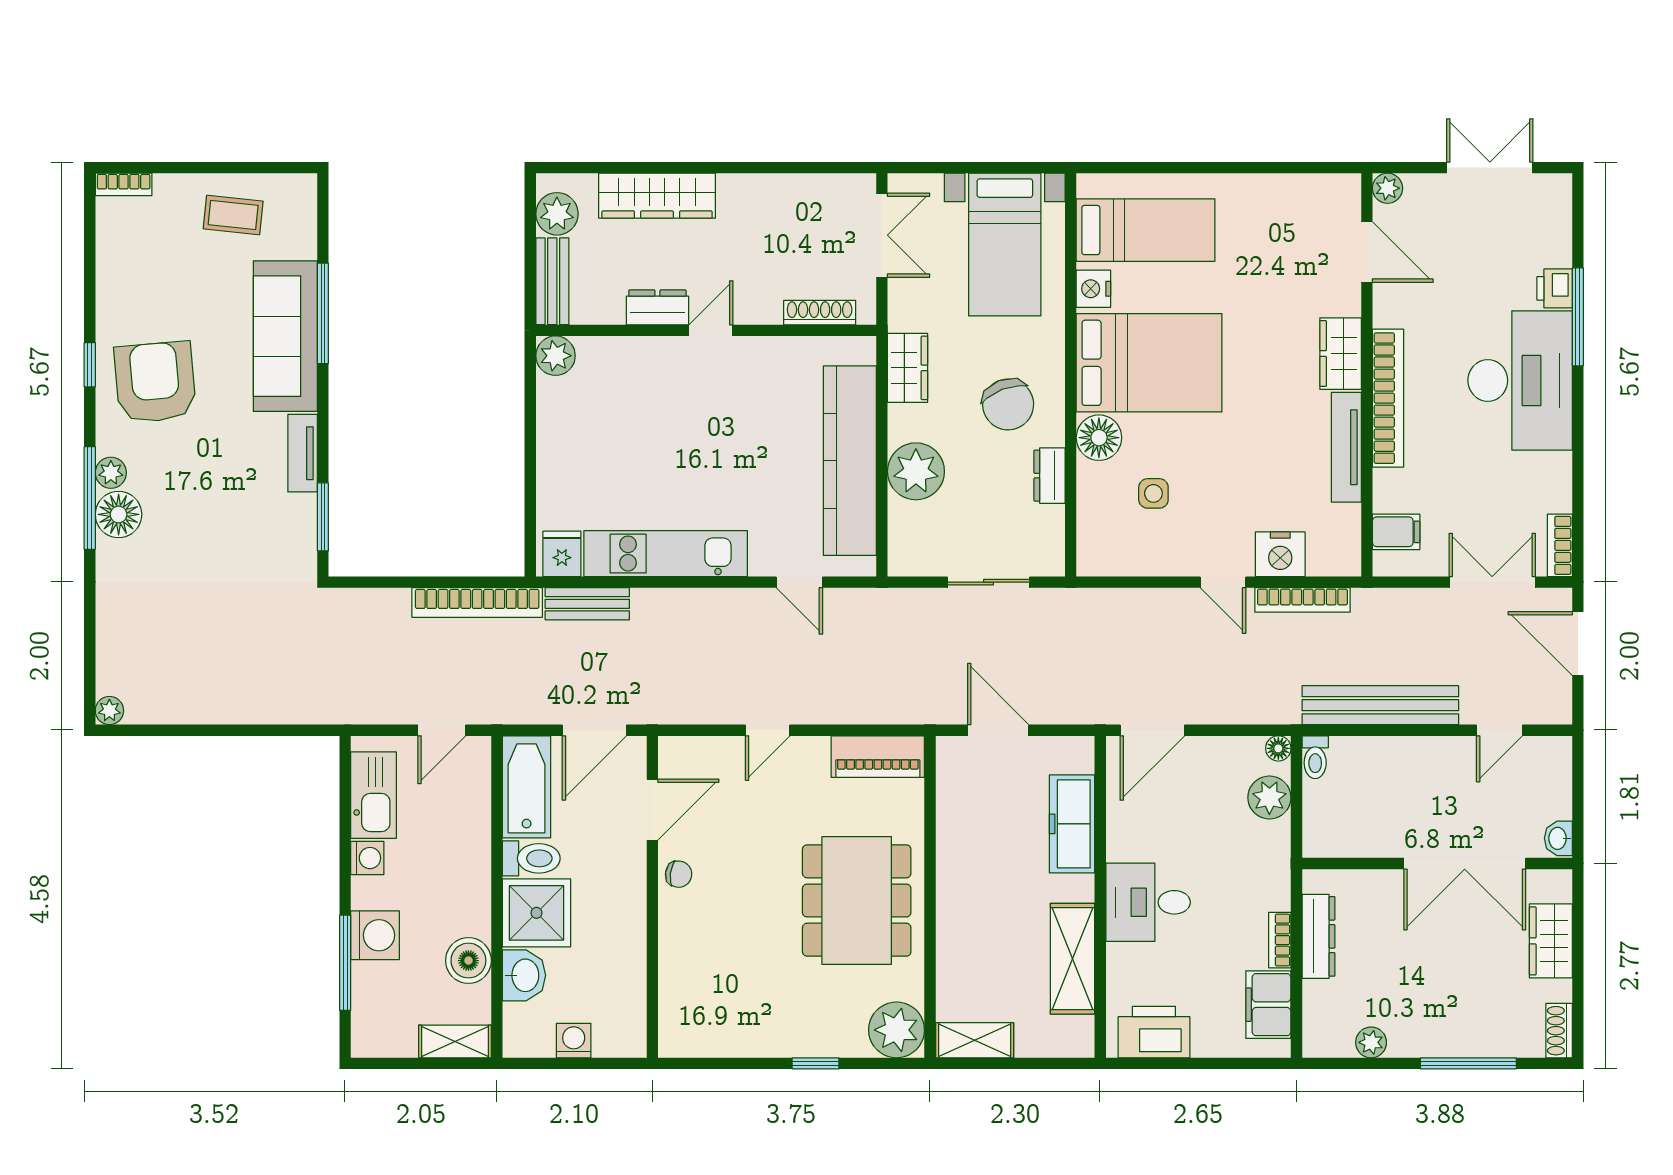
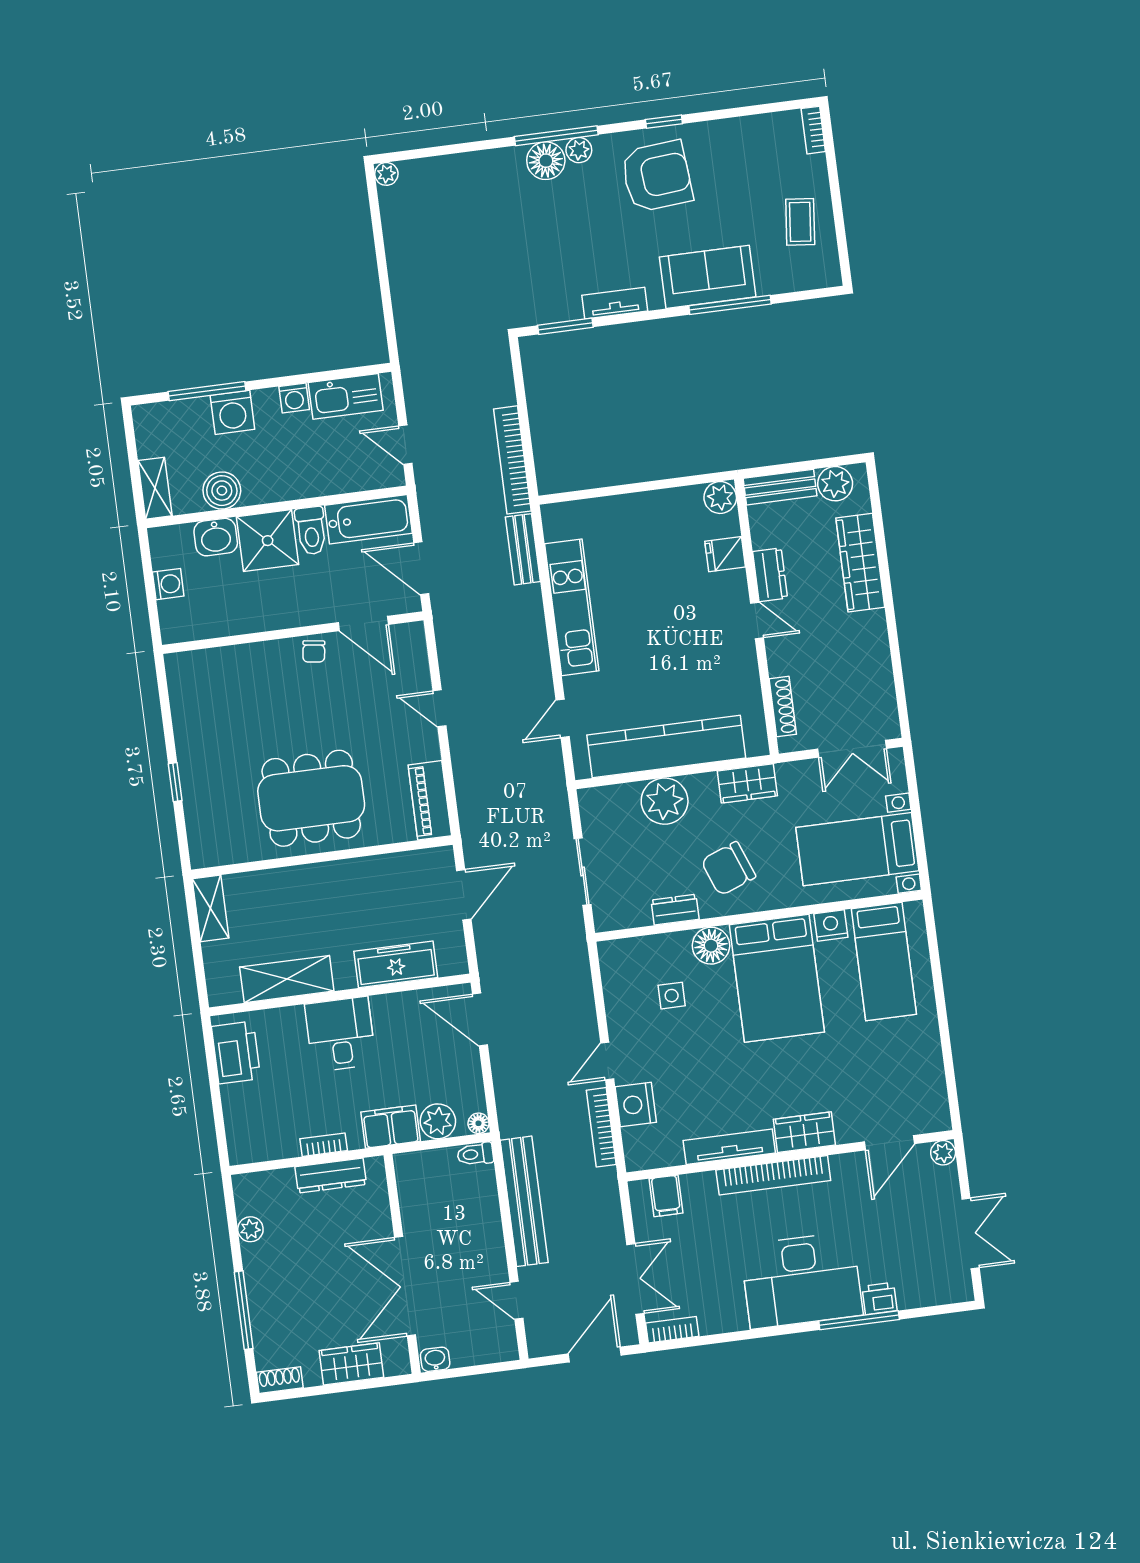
sofa: (285, 336) -> (708, 277), width x0.73
fridge: (562, 554) -> (725, 554), moved, turned 180
filing cabinet: (1268, 1005) -> (391, 1127), moved
plant: (897, 1030) -> (211, 844), removed

